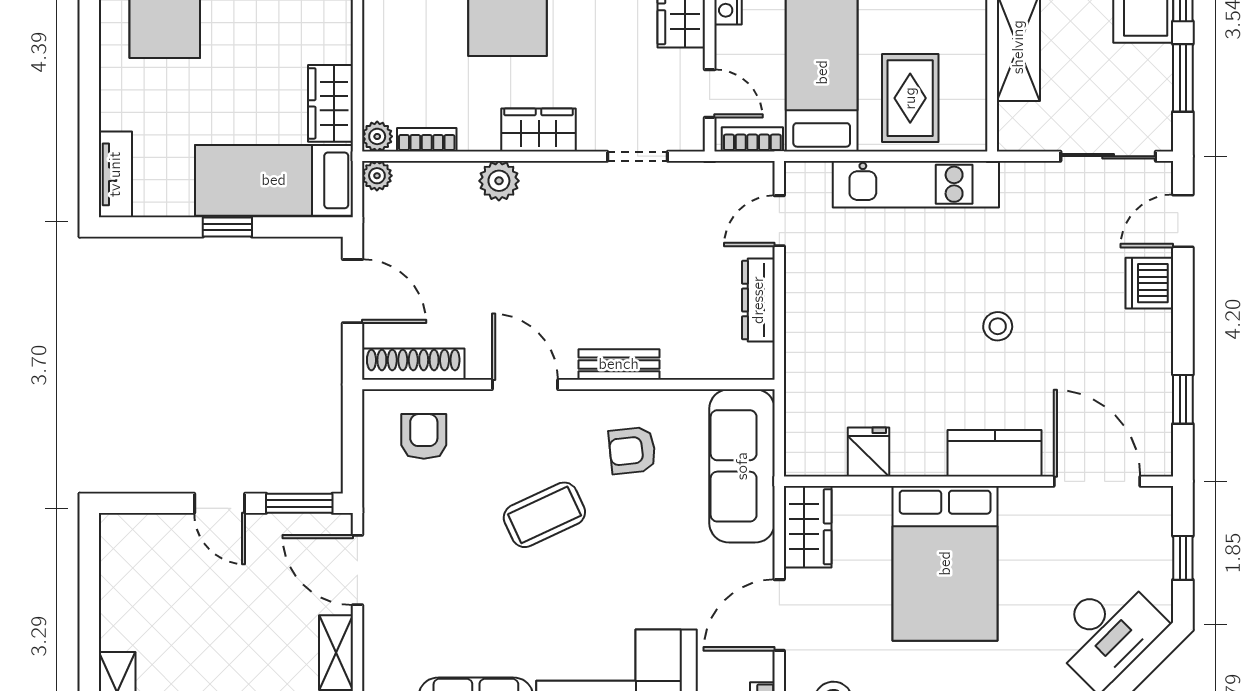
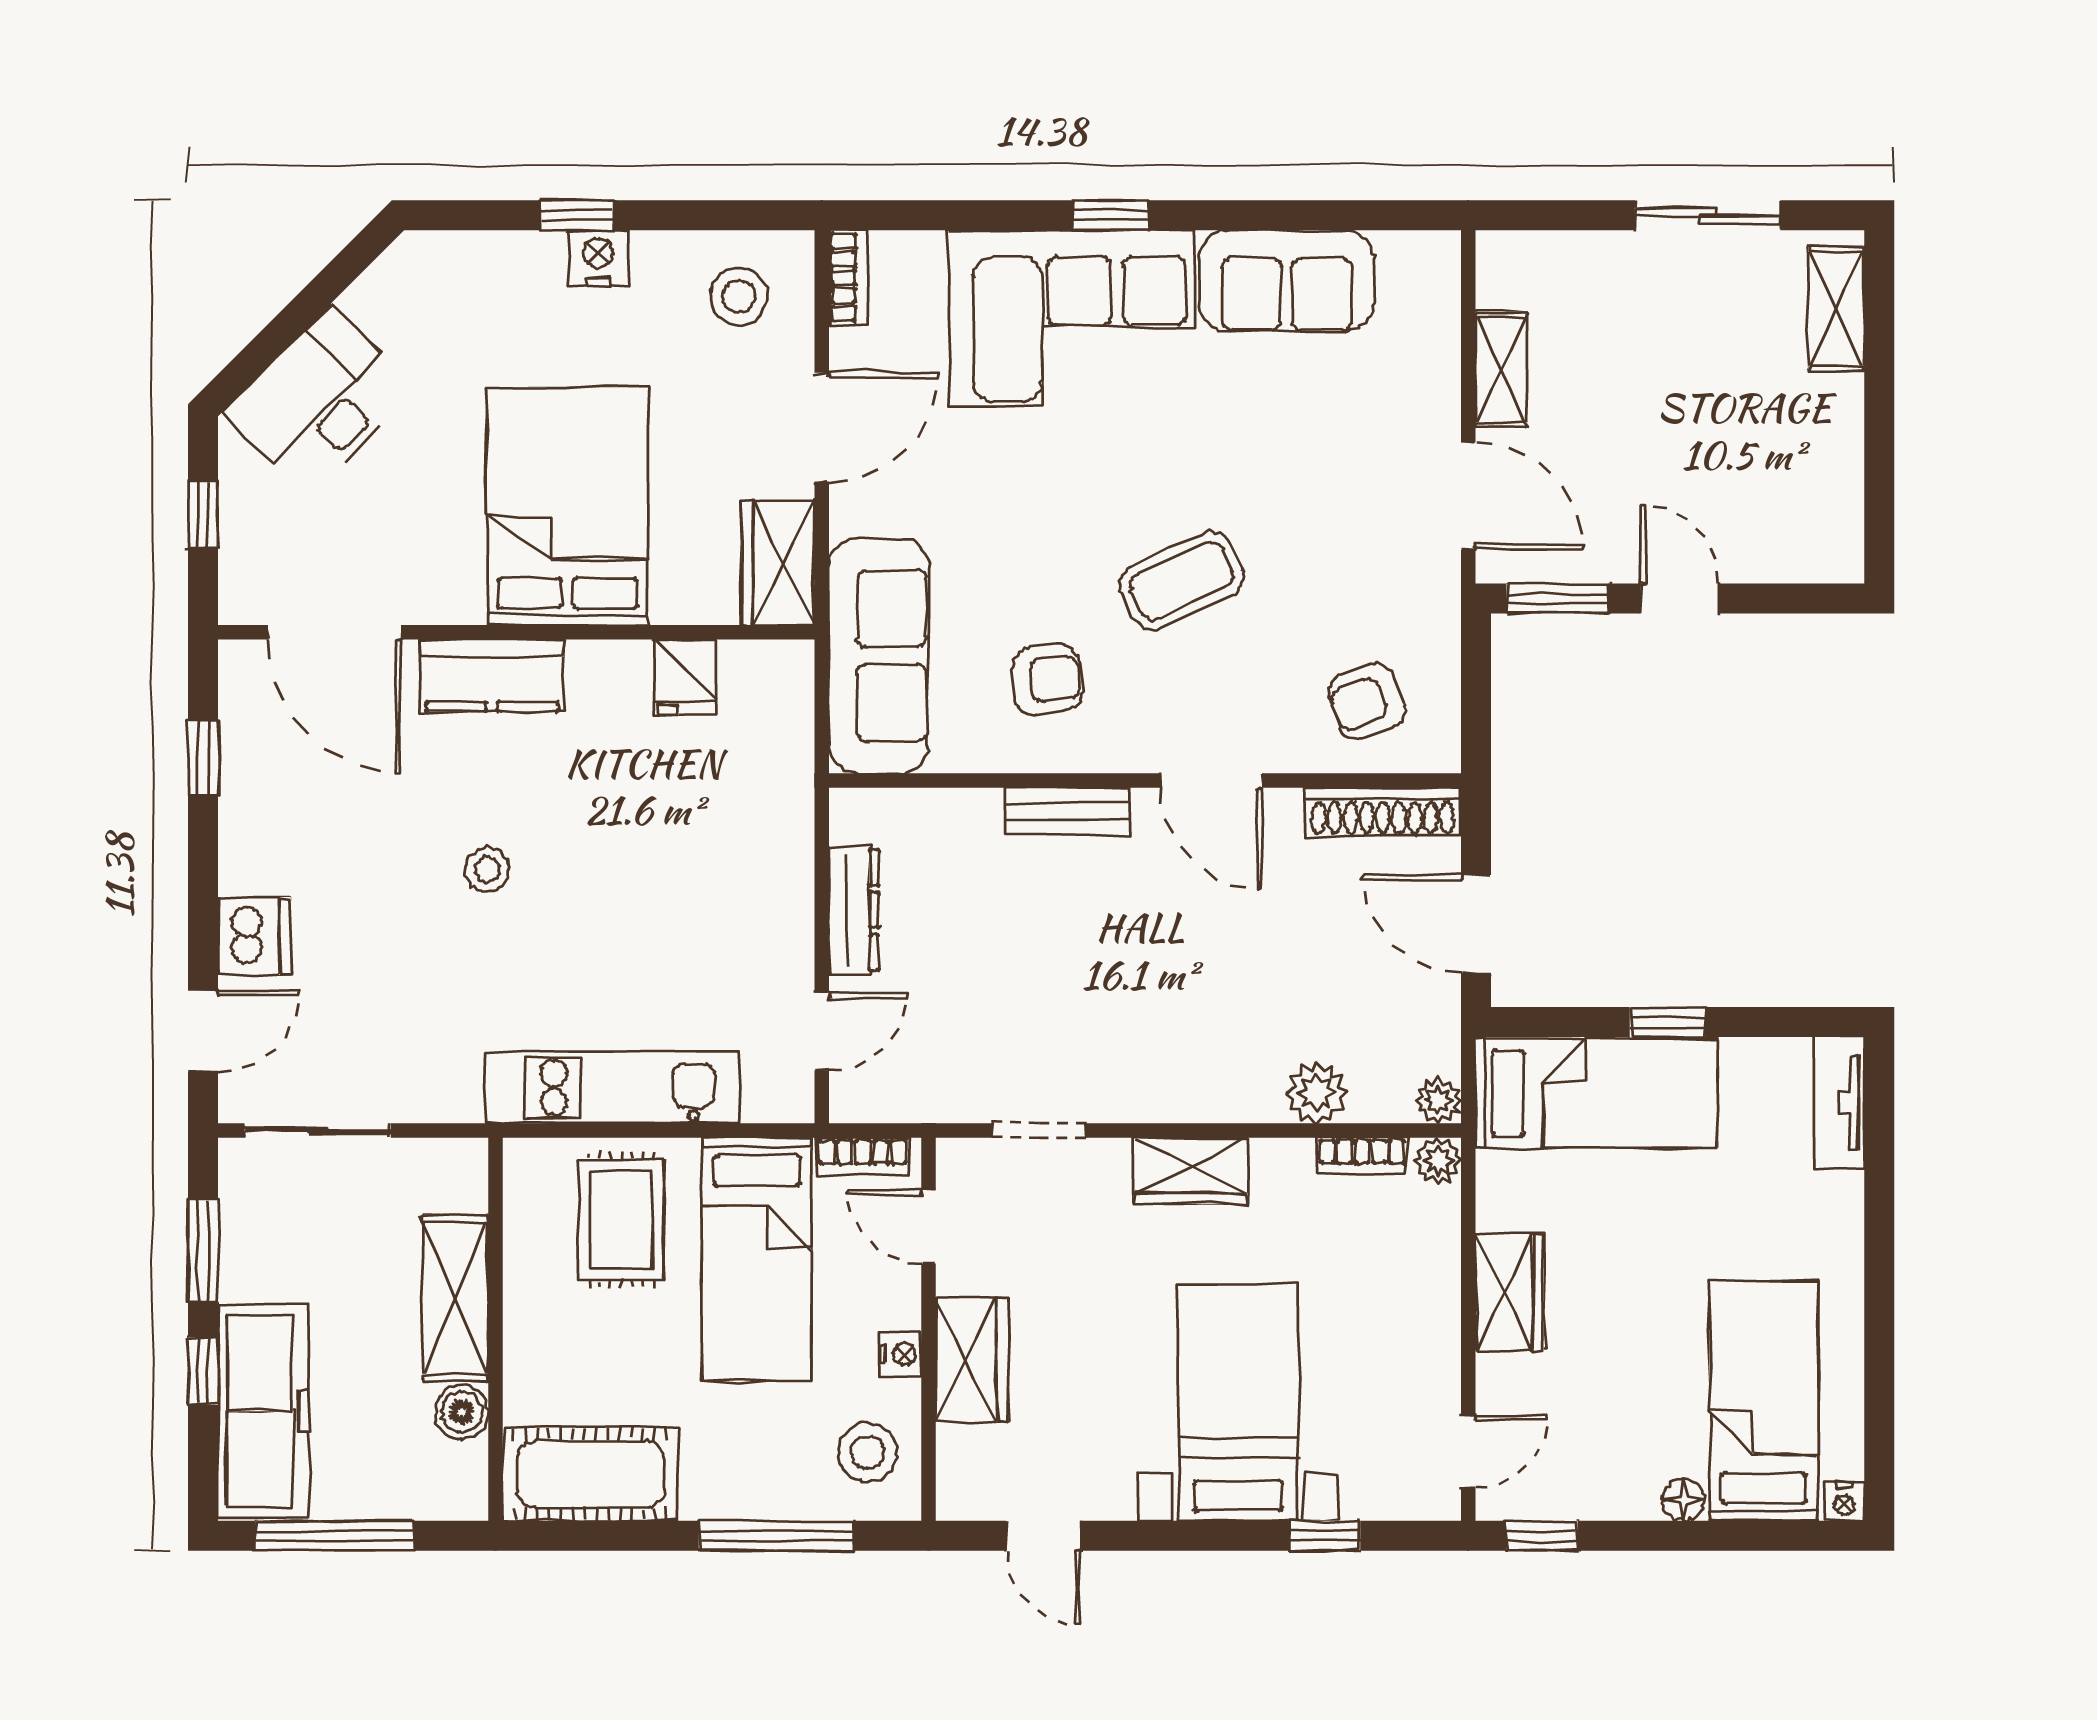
wardrobe: (331, 103) -> (1510, 1293), moved
plant: (499, 181) -> (1317, 1093), moved
armchair: (424, 436) -> (1367, 701), turned 69

